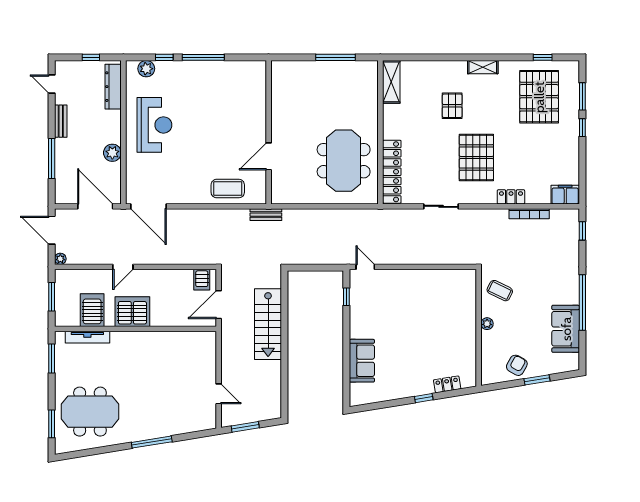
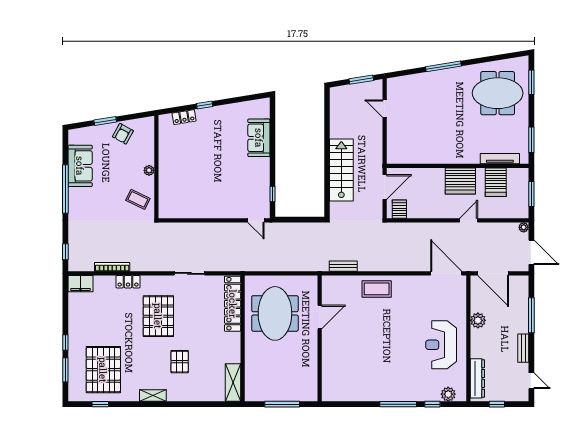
wall: (269, 132) -> (320, 338), moved
door: (269, 156) -> (320, 317), moved

